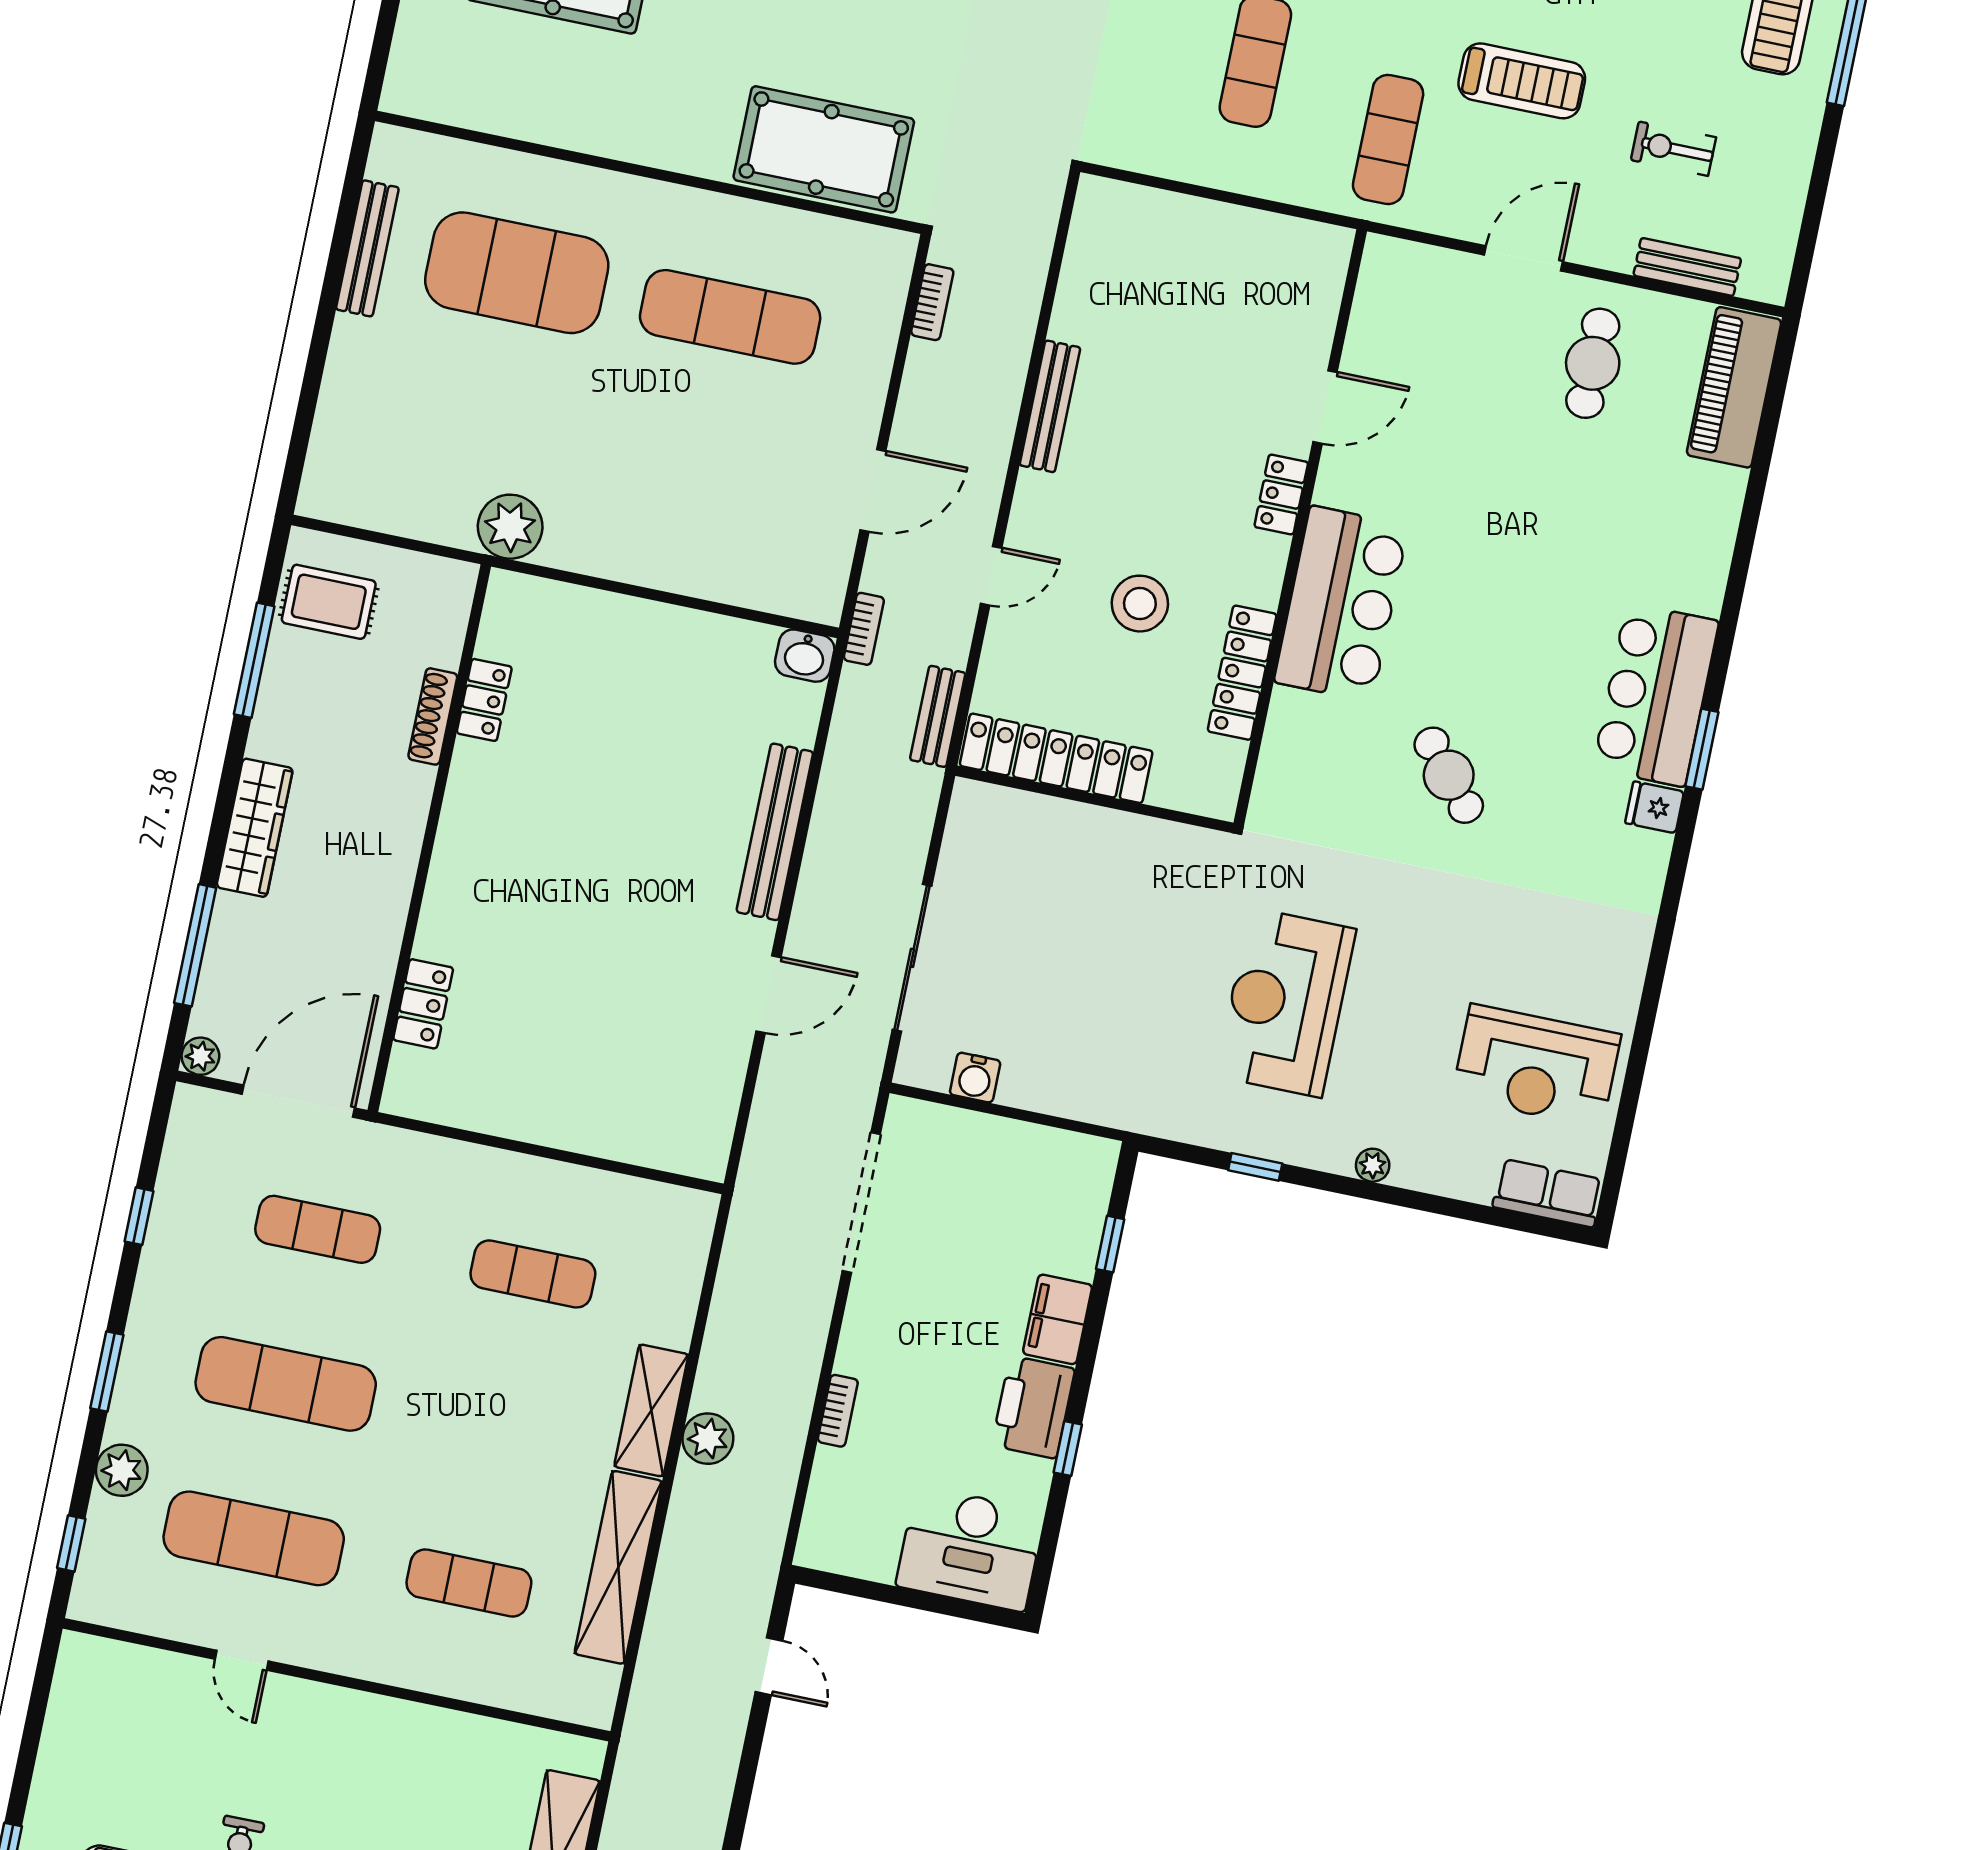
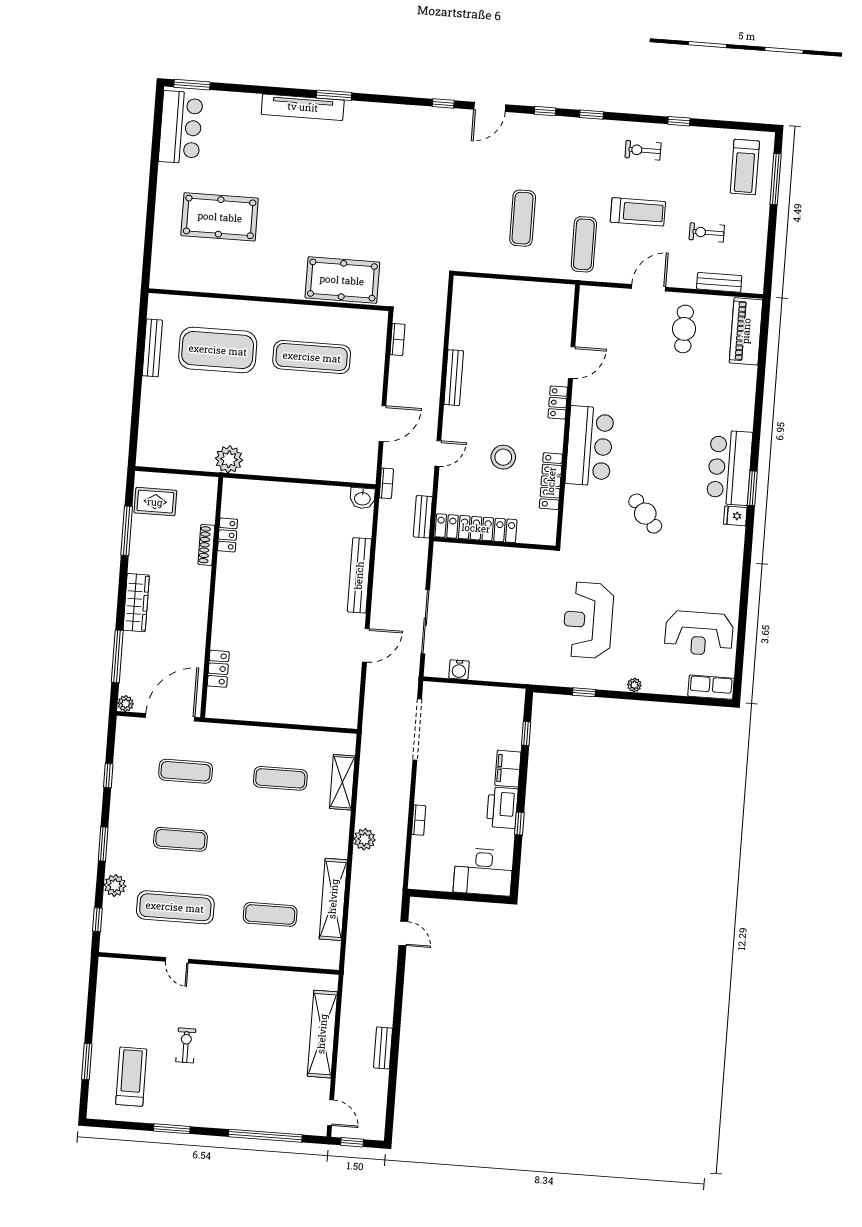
exercise mat: (286, 1384) -> (180, 839), width x0.73, depth x0.69
shelving: (651, 1410) -> (342, 782), moved

